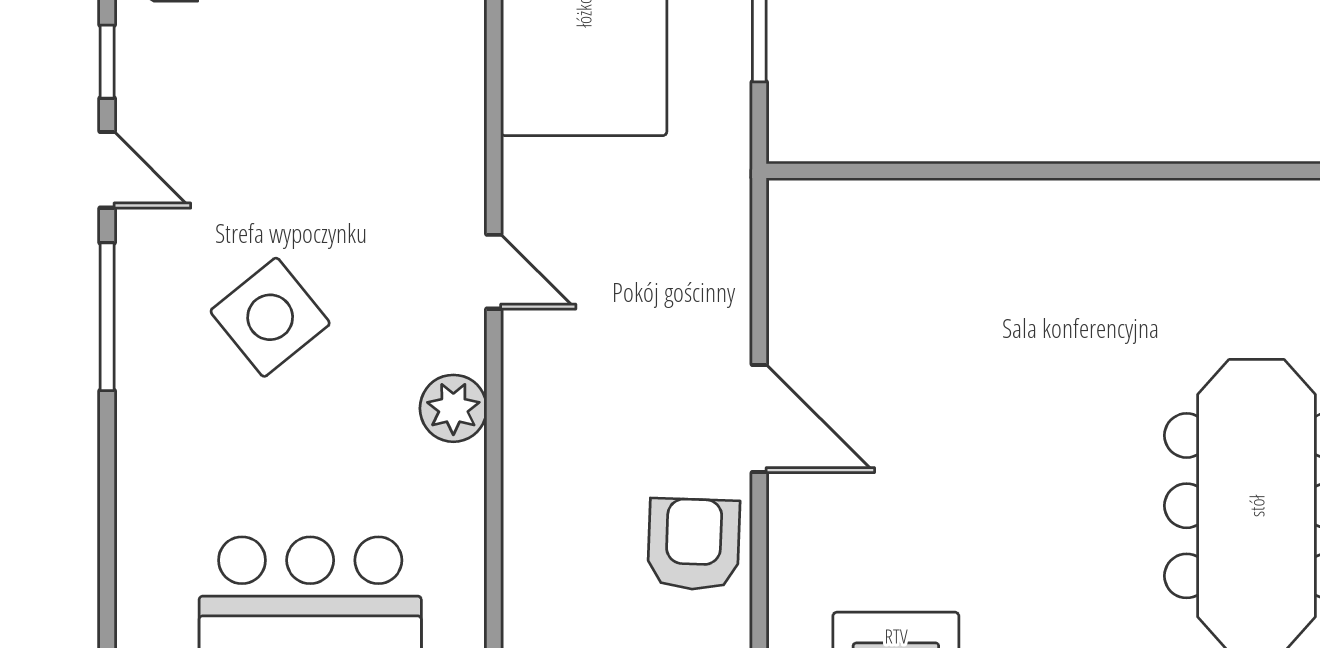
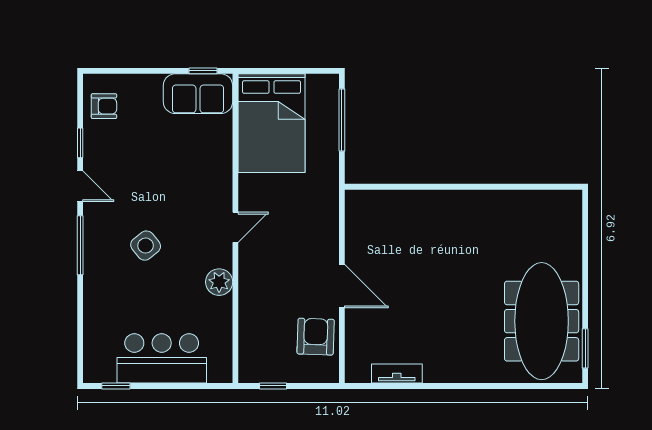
door: (494, 272) -> (235, 227), hinge flipped
side table: (270, 317) -> (146, 246), width x0.73, depth x0.73

